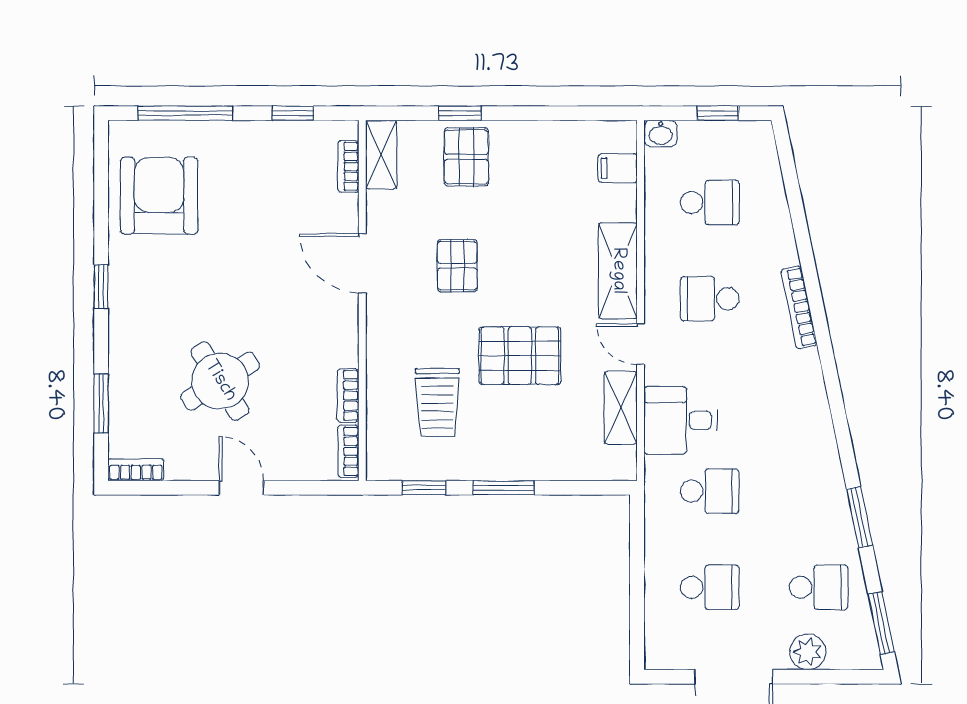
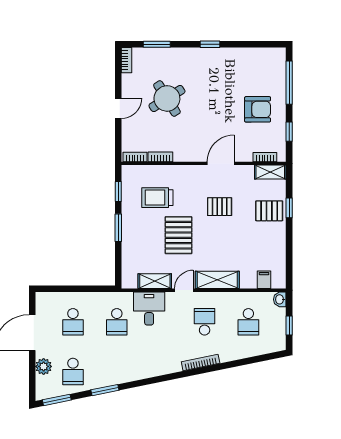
armchair: (159, 196) -> (258, 109), moved, width x0.73, depth x0.73

